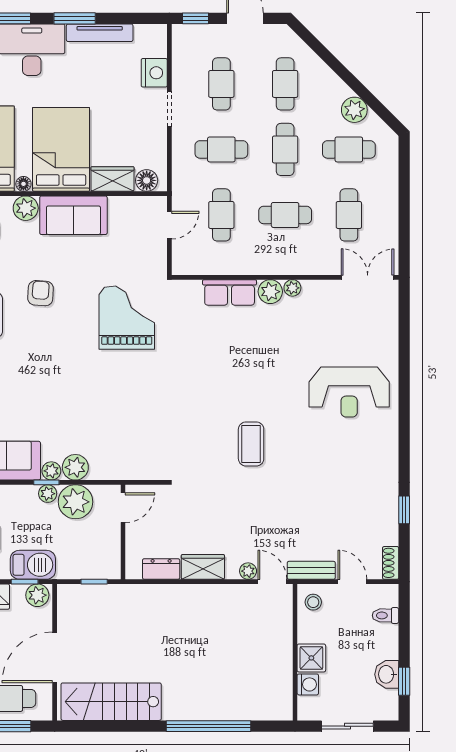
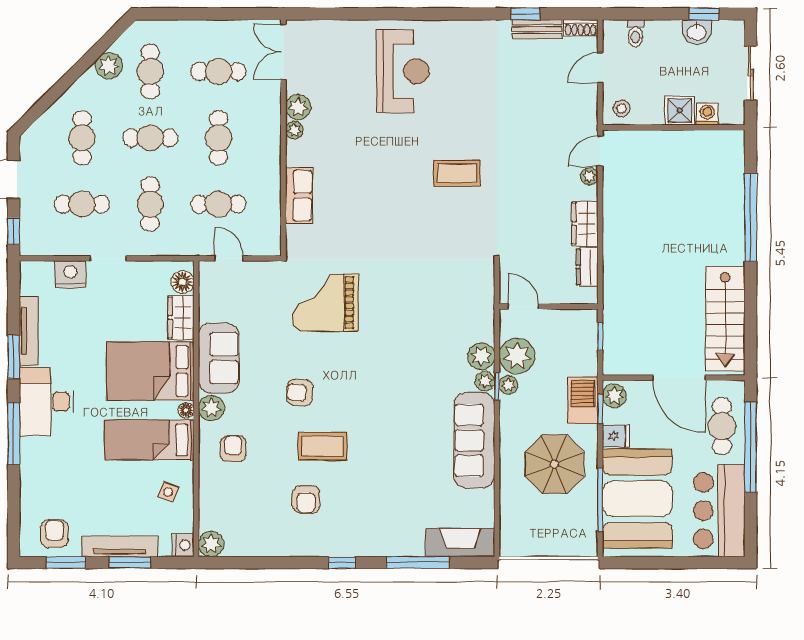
cafe table: (285, 84) -> (82, 138), turned 90
plant: (270, 292) -> (298, 107), moved
bench: (311, 570) -> (537, 29), moved, turned 90

